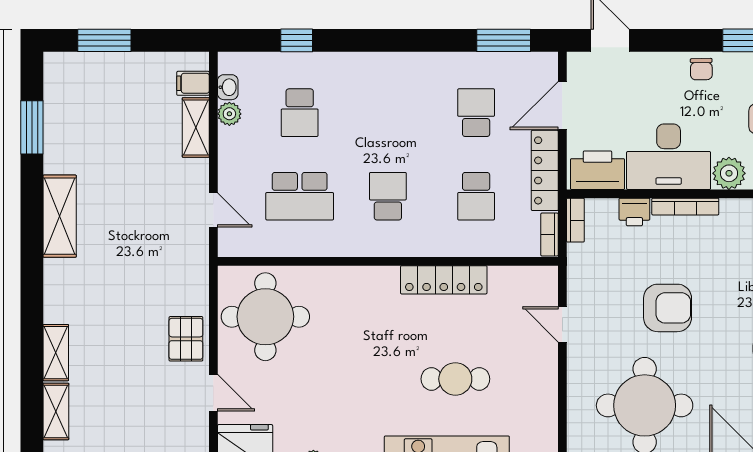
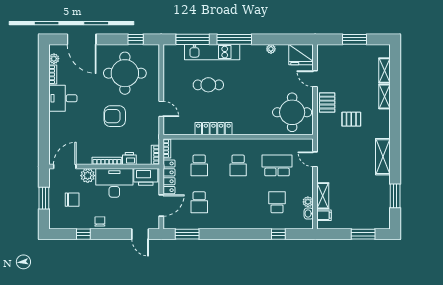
school desk: (476, 196) -> (199, 165), turned 180
pallet: (131, 301) -> (351, 119), added

